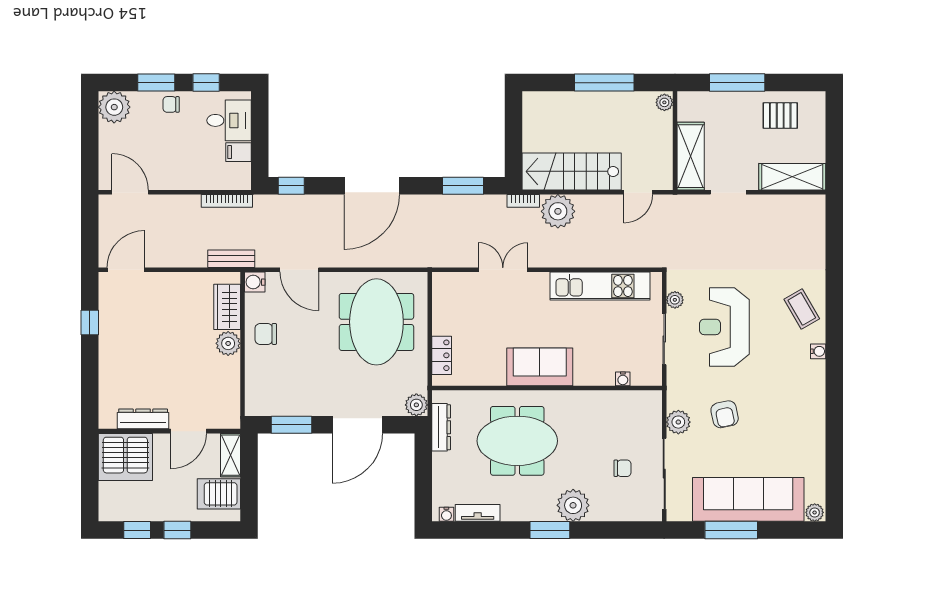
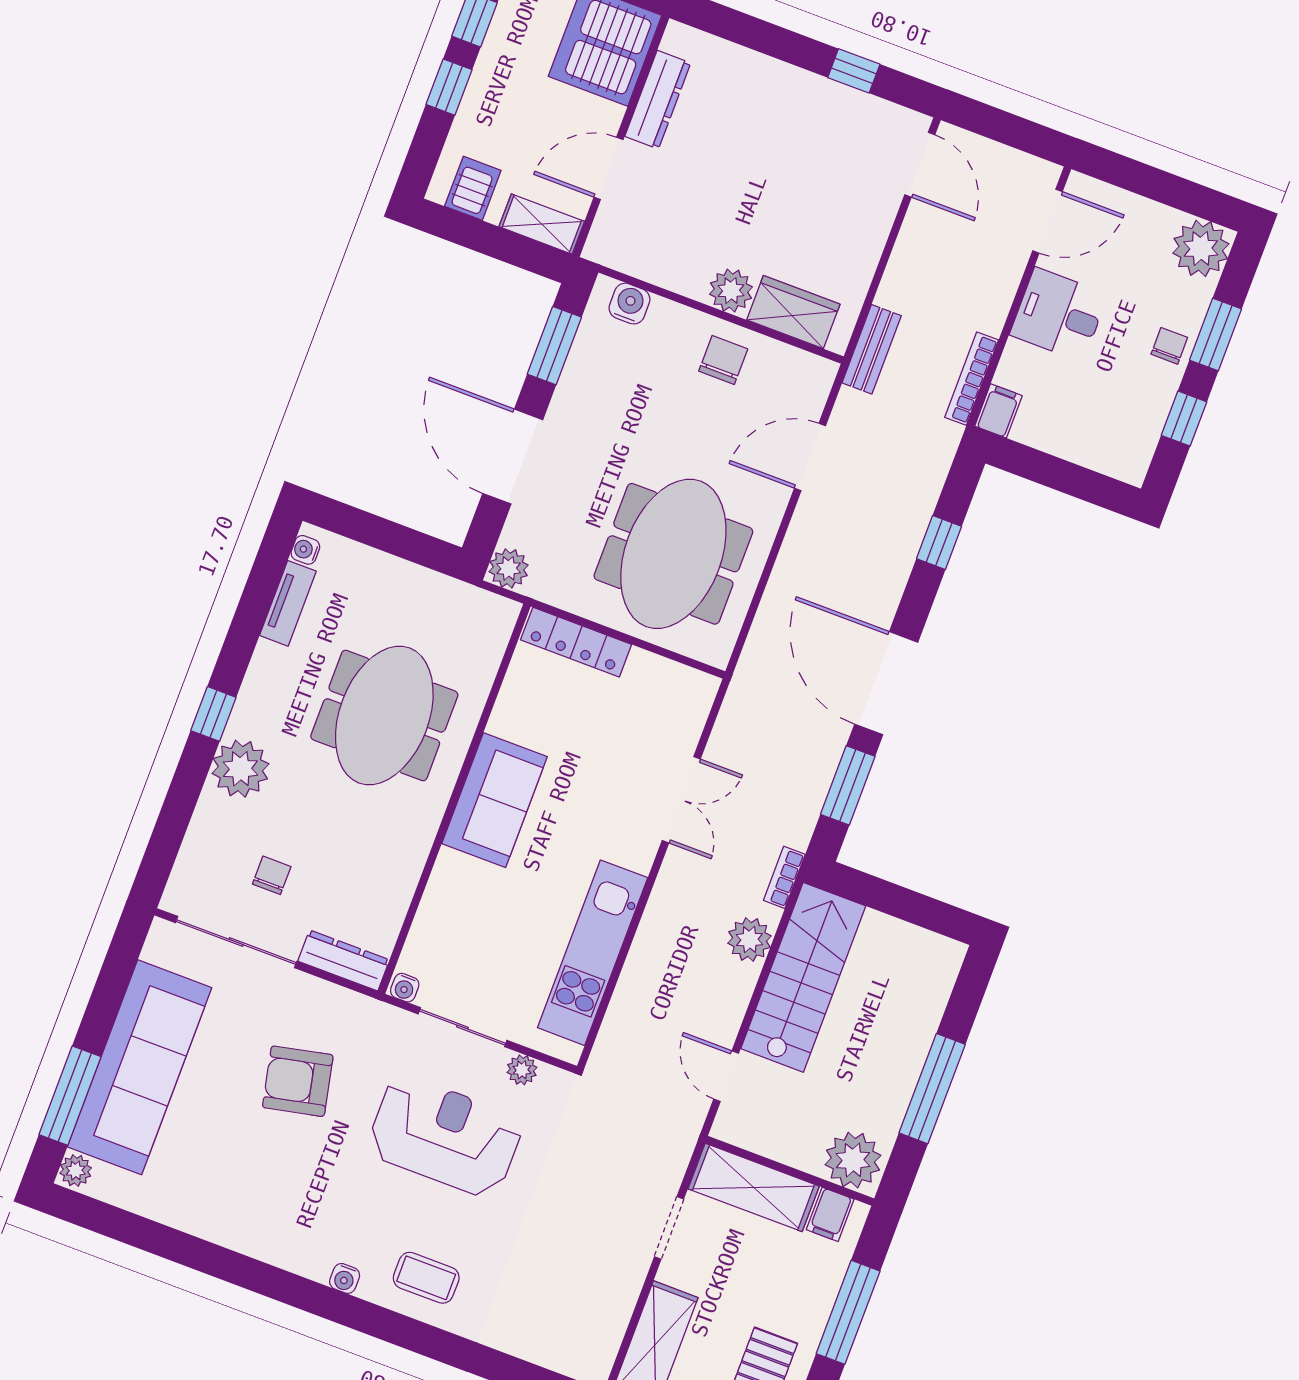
plant: (664, 102) -> (853, 1160), width x1.88, depth x1.88
filing cabinet: (690, 111) -> (830, 1214), added
desk: (229, 120) -> (1059, 314), moved, turned 90
filing cabinet: (238, 152) -> (998, 411), moved
window: (291, 186) -> (939, 543), moved
door: (372, 186) -> (886, 683), moved
plant: (558, 211) -> (750, 940), width x0.73, depth x0.73
water cooler: (255, 282) -> (629, 304), moved
coffee table: (802, 309) -> (426, 1278), turned 30
meeting table: (376, 322) -> (673, 554), turned 90
locker: (442, 355) -> (576, 642), width x1.53
water cooler: (623, 379) -> (405, 988), moved, turned -90
armchair: (725, 414) -> (298, 1081), width x1.38, depth x1.38
plant: (678, 422) -> (314, 998), removed
dresser: (441, 427) -> (344, 960), moved, turned 180
door: (188, 431) -> (609, 168), hinge flipped
chair: (622, 468) -> (272, 875), turned 180
server rack: (219, 494) -> (473, 188), width x0.73, depth x0.70
window: (550, 530) -> (213, 714), width x0.67
window: (731, 530) -> (70, 1096), moved

